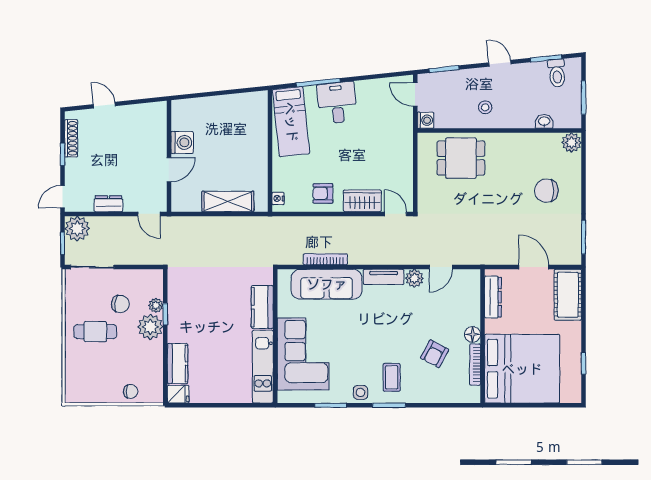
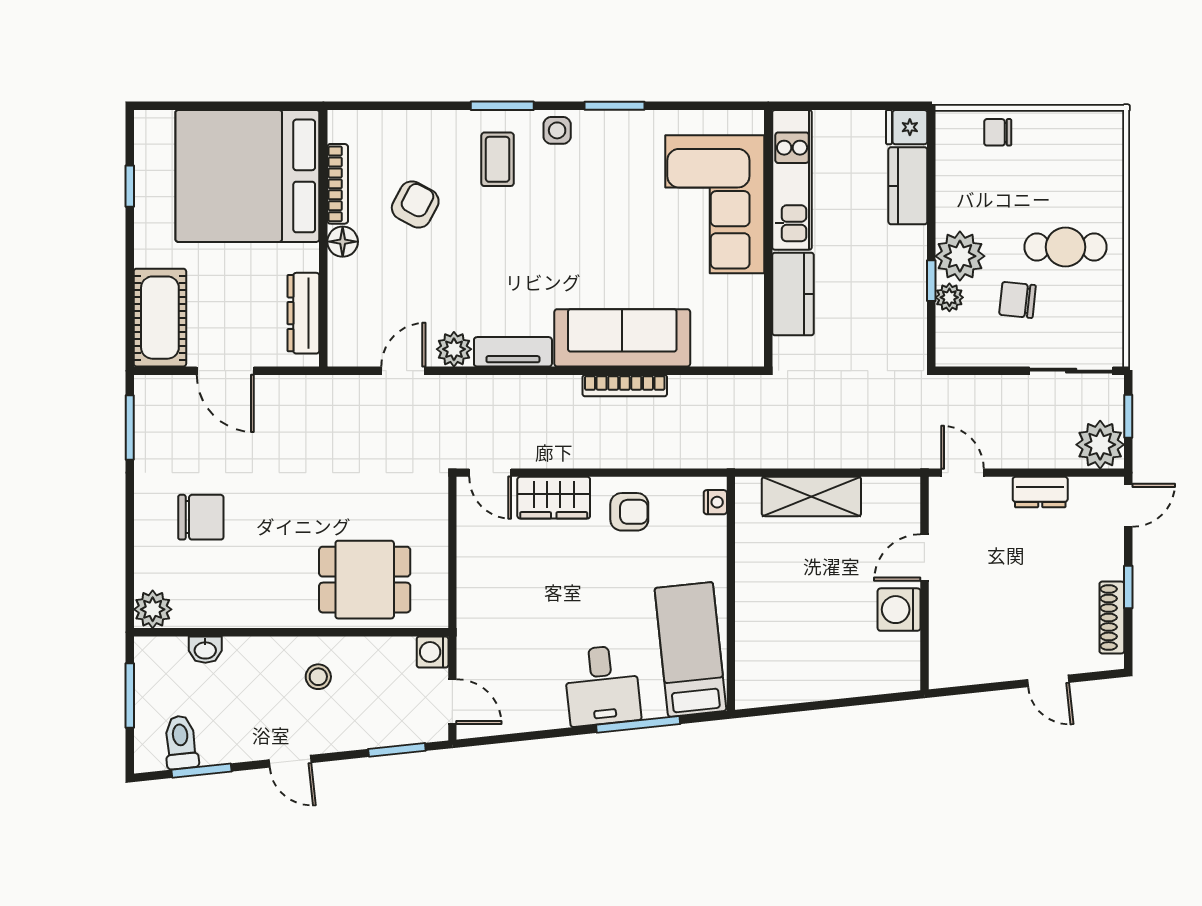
kitchen counter: (262, 307) -> (793, 294), moved
wall: (275, 336) -> (768, 238), moved
corner sofa: (303, 354) -> (715, 204), moved
kitchen unit: (263, 367) -> (792, 180), moved

